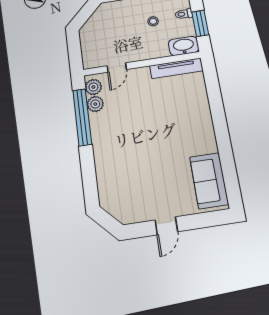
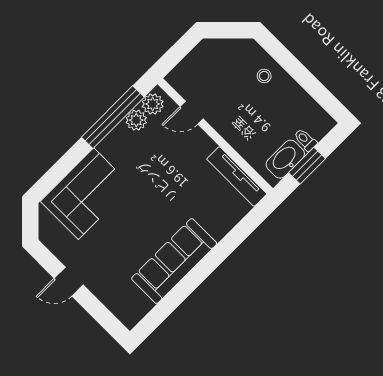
stool: (153, 21) -> (264, 76), moved
washbasin: (184, 46) -> (285, 159), moved, turned -90
corner sofa: (117, 170) -> (86, 194), added
sofa: (209, 181) -> (174, 261), moved, width x1.36

